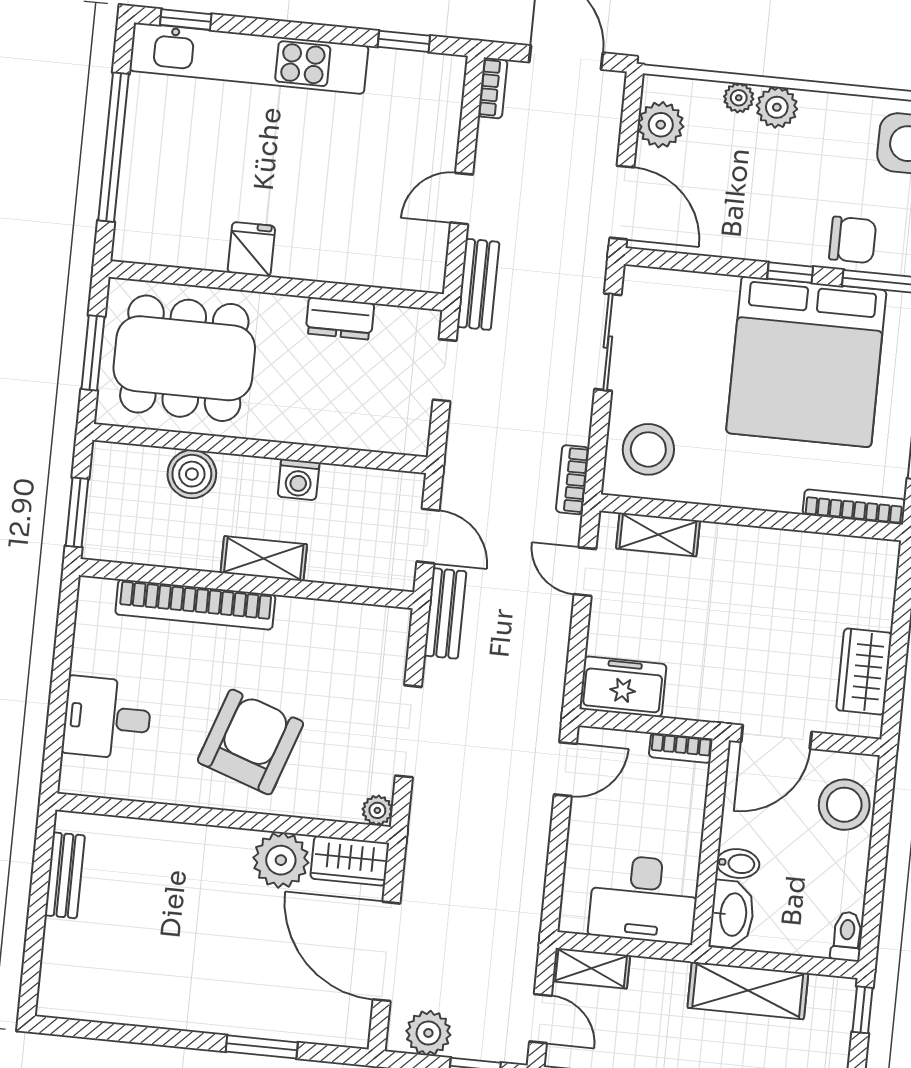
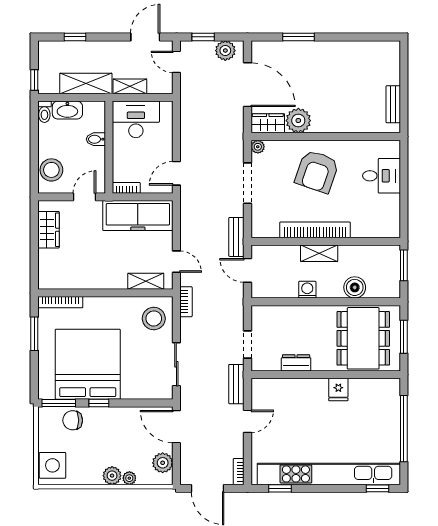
kitchen unit: (249, 58) -> (329, 474), width x1.36
dining table: (184, 358) -> (363, 338), turned 90
bookcase: (195, 605) -> (315, 230), moved
freezer: (623, 687) -> (138, 215), width x1.91, depth x1.26
door: (776, 737) -> (84, 197), width x0.73
washbasin: (732, 914) -> (67, 110), moved, turned -90
shelving: (591, 968) -> (130, 86), moved

